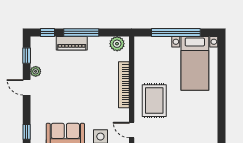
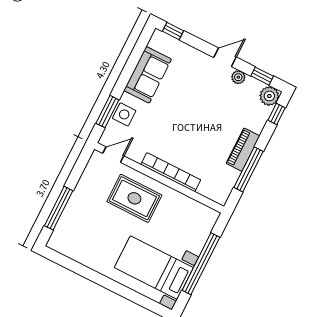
window: (81, 33) -> (249, 169), moved
piano: (72, 43) -> (243, 150), moved
plant: (117, 44) -> (269, 96), moved

